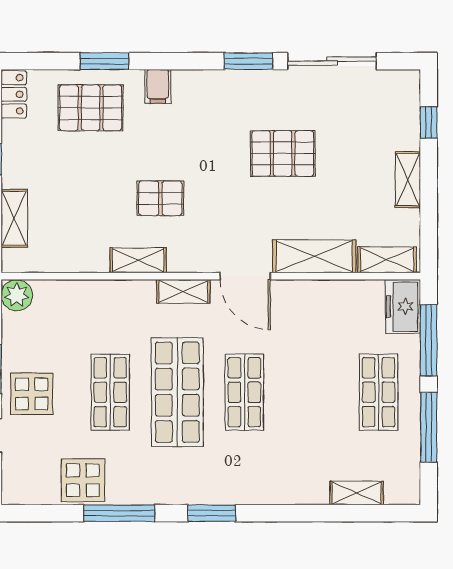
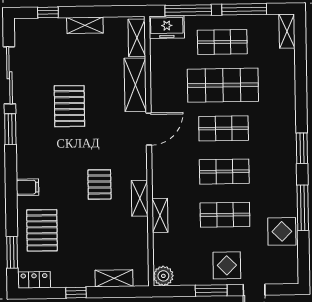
window: (105, 61) -> (12, 252), moved
shelving: (183, 291) -> (160, 215), moved
shop shelf: (177, 392) -> (224, 172), width x0.70, depth x0.74
shop shelf: (311, 392) -> (223, 85), added
shelving: (357, 493) -> (287, 31), moved

